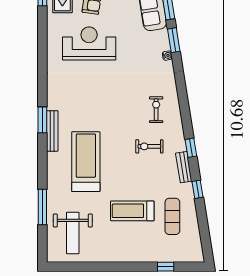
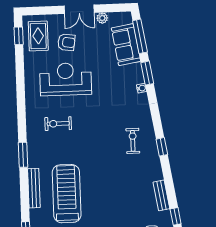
bench: (52, 131) -> (34, 188), moved
exercise bike: (149, 146) -> (58, 124), moved
window: (191, 148) -> (162, 147), moved

